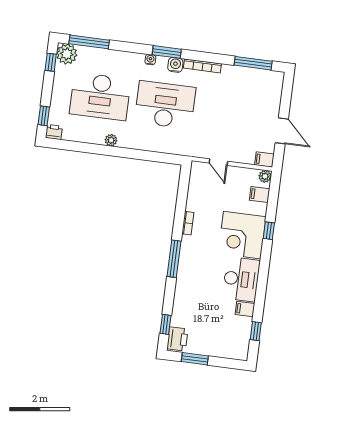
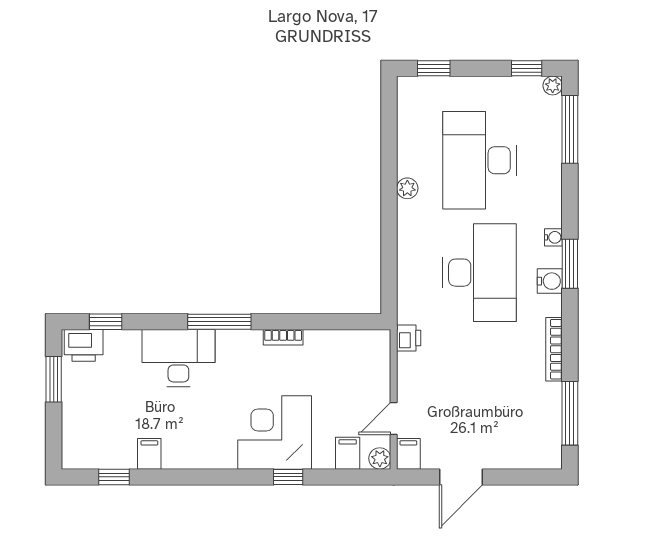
plant: (67, 54) -> (553, 86), width x0.53, depth x0.53
bookcase: (202, 66) -> (554, 349), moved
printer: (54, 132) -> (409, 338), moved
door: (218, 162) -> (394, 418), moved
desk: (241, 279) -> (178, 358), moved, turned 180

